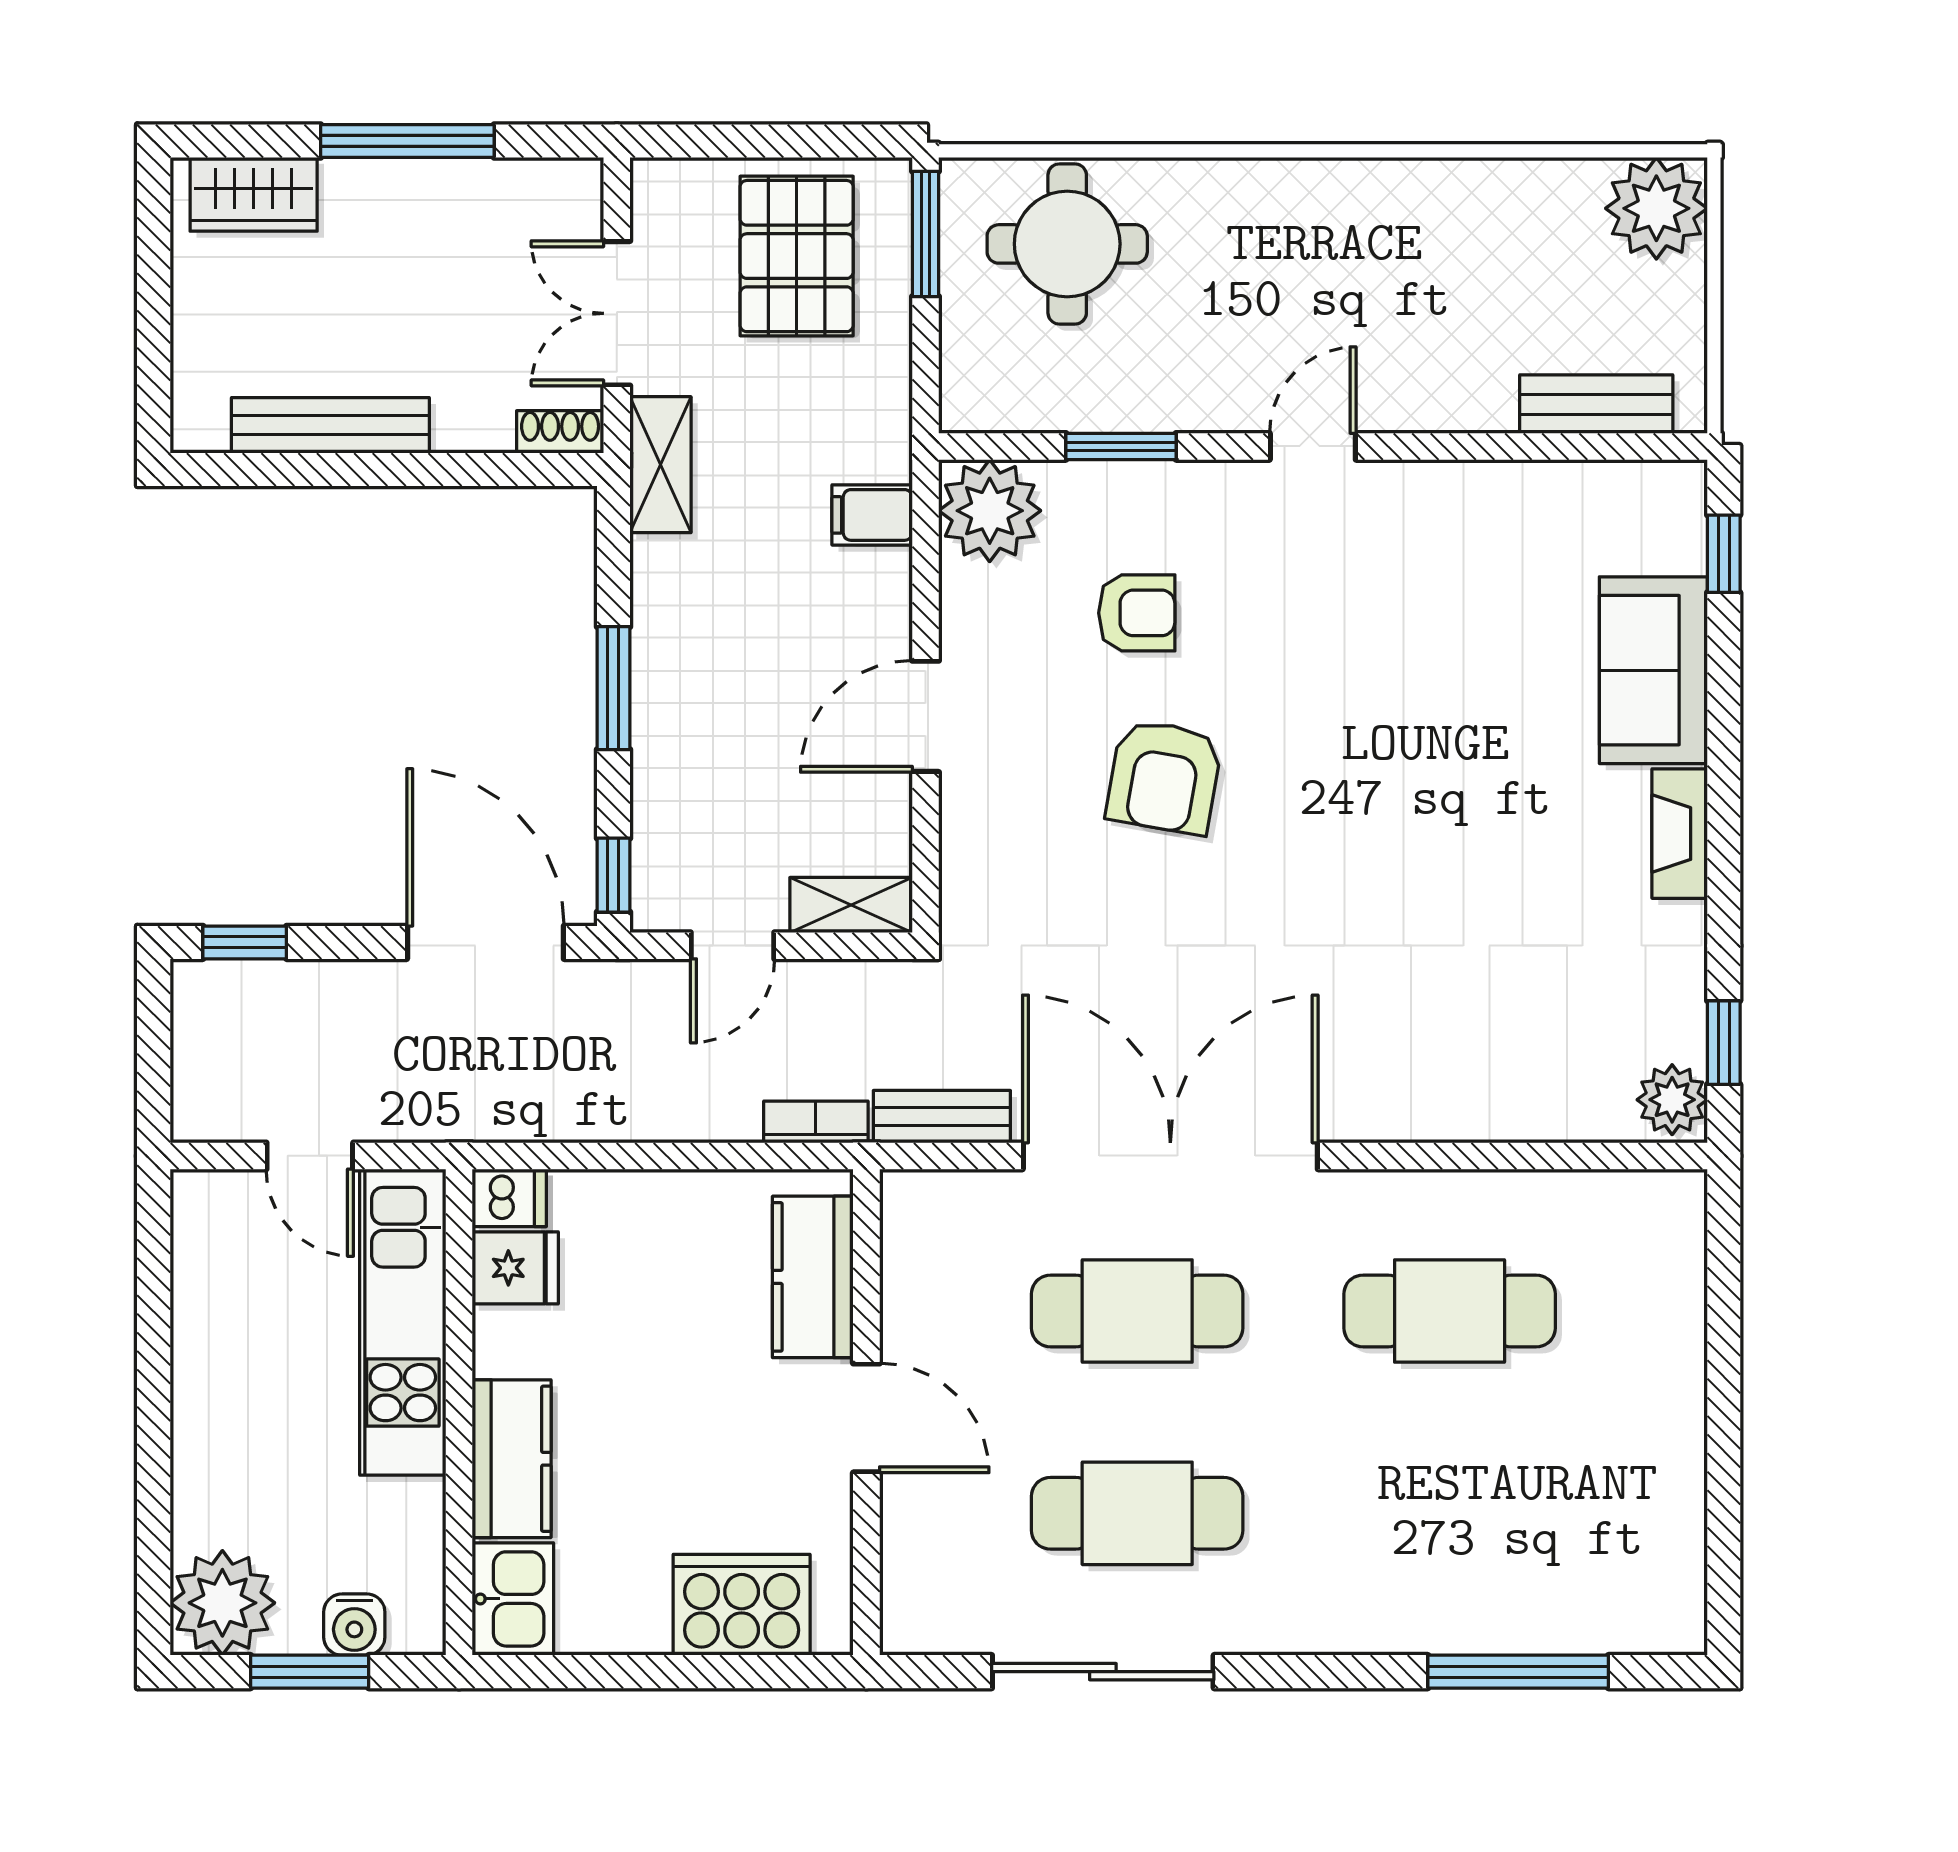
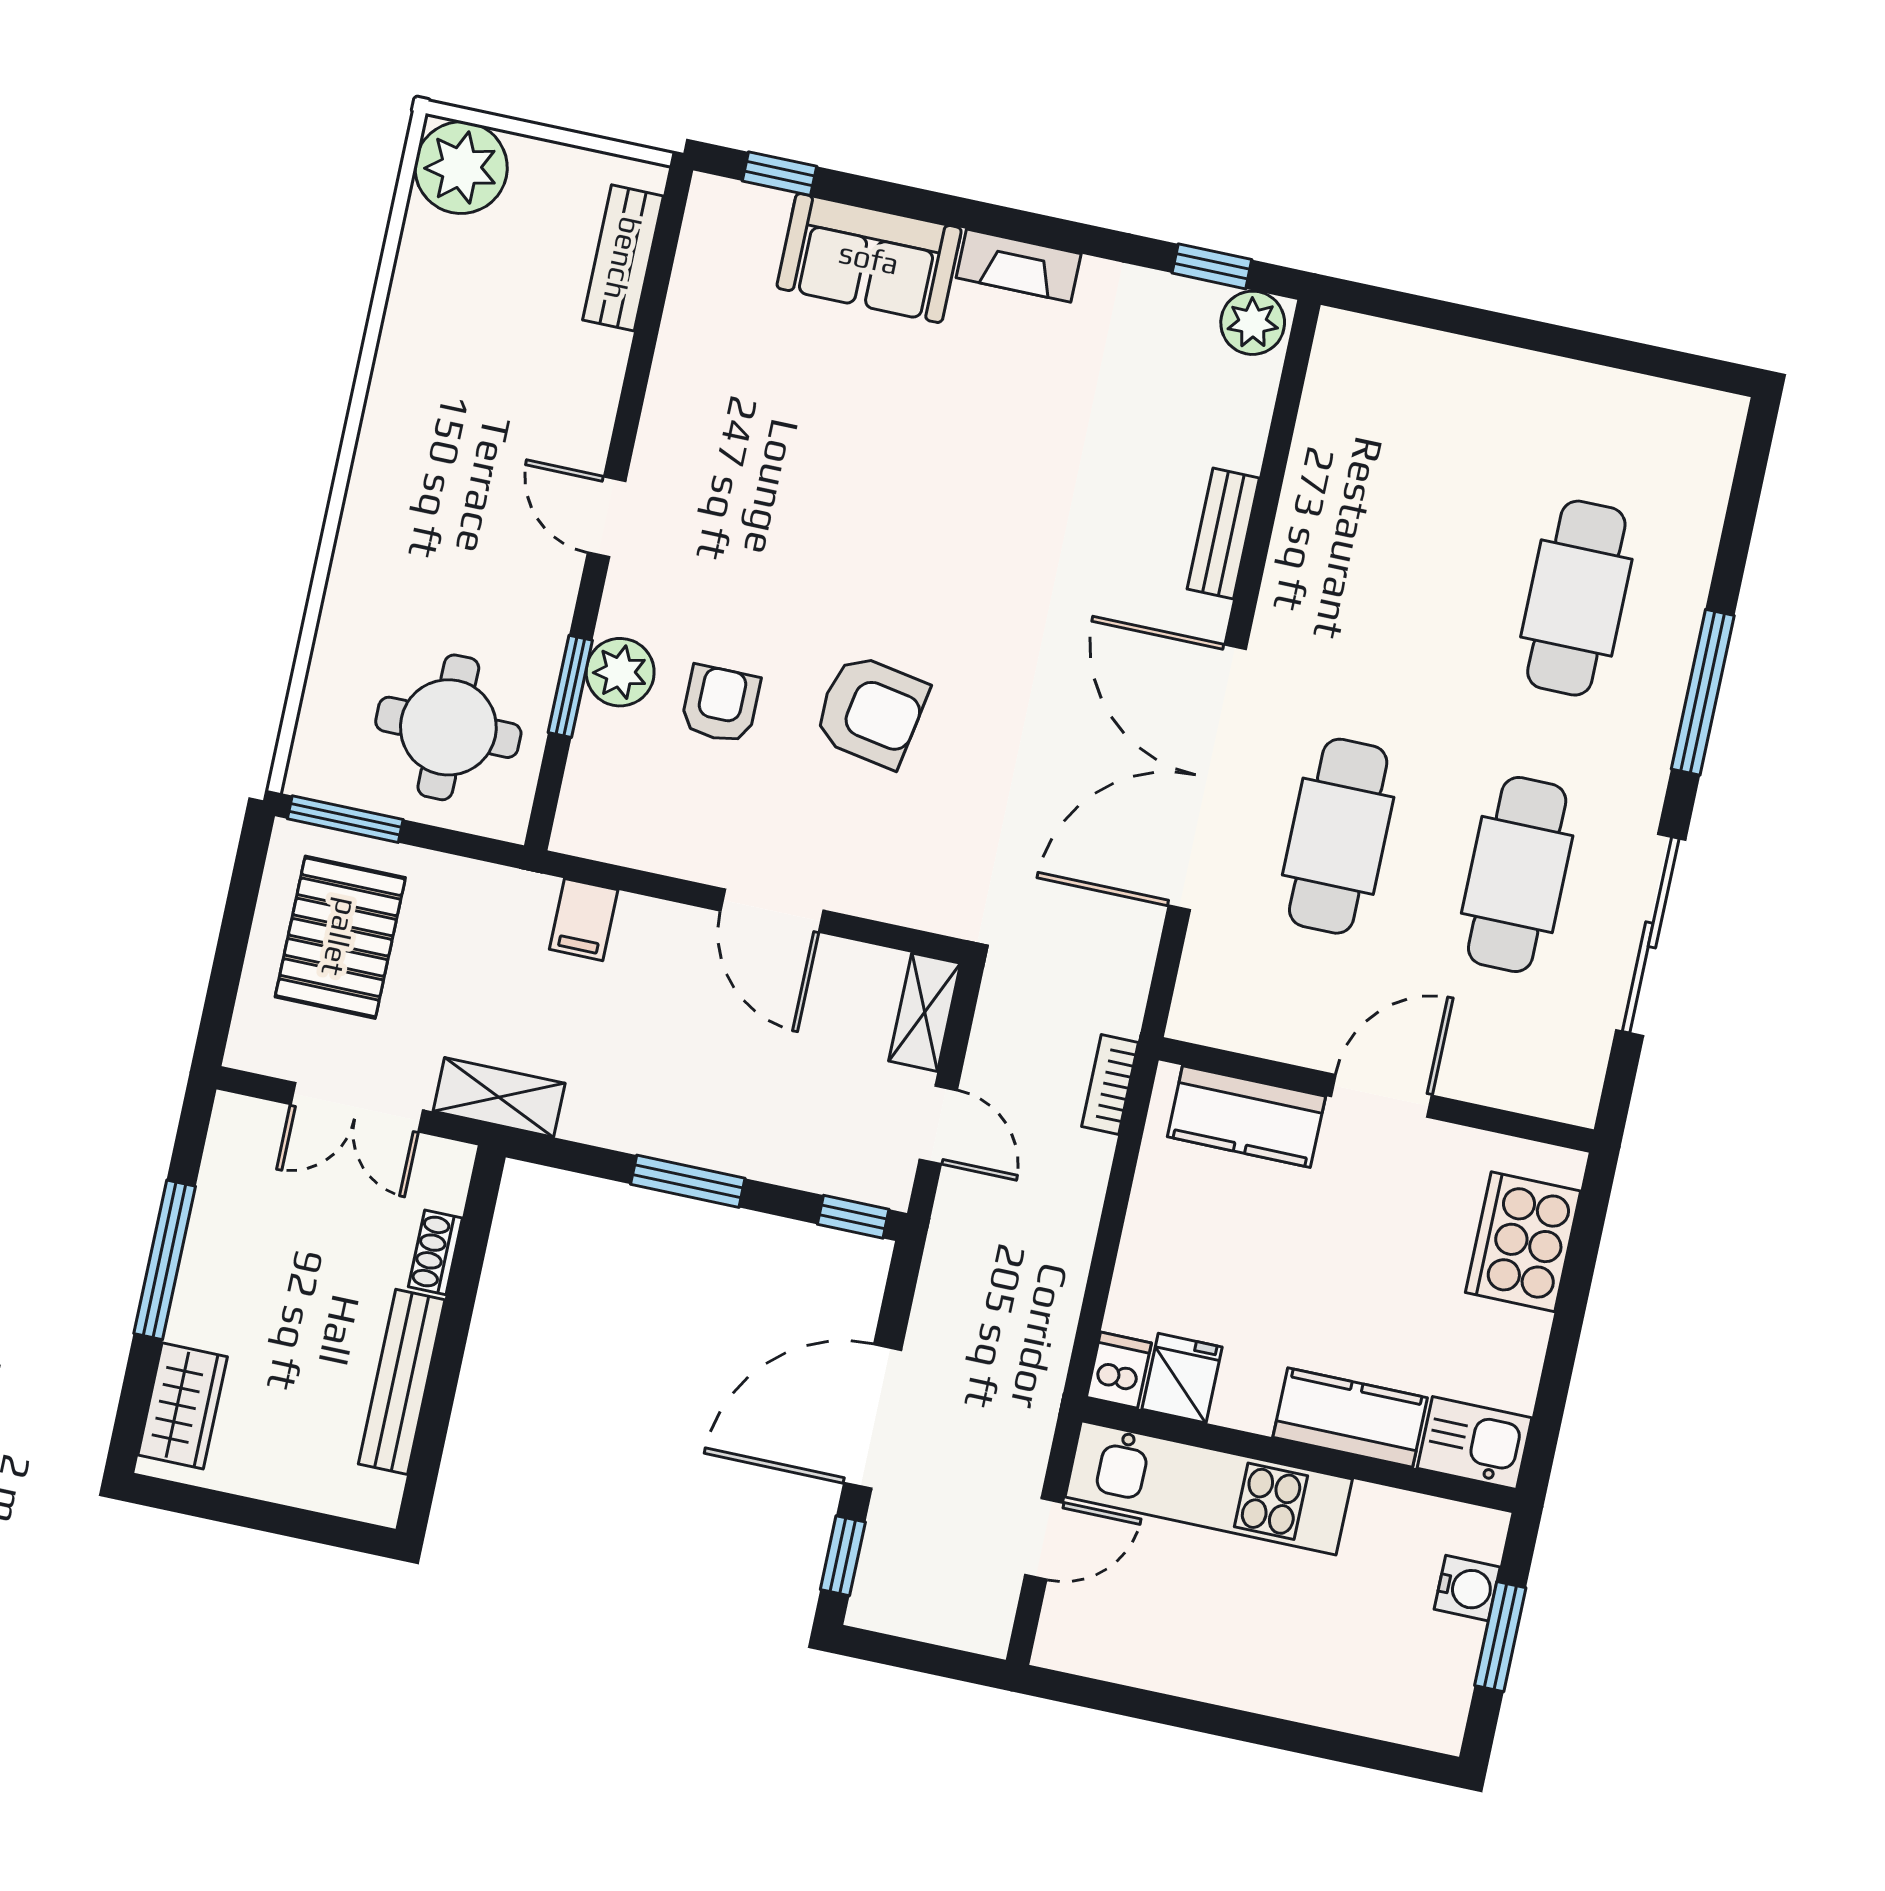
round table: (1067, 244) -> (448, 727), moved
pallet: (797, 256) -> (340, 937), turned 90
shoe rack: (560, 432) -> (435, 1252), moved
plant: (990, 511) -> (620, 672), moved, width x0.73, depth x0.73
door: (485, 942) -> (873, 1417), moved
bench: (942, 1117) -> (1223, 533), moved
cafe table: (1450, 1311) -> (1576, 598), moved
plant: (222, 1603) -> (1423, 1701), removed
window: (1518, 1672) -> (1703, 692), moved

